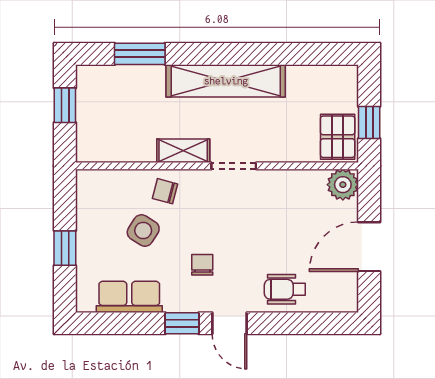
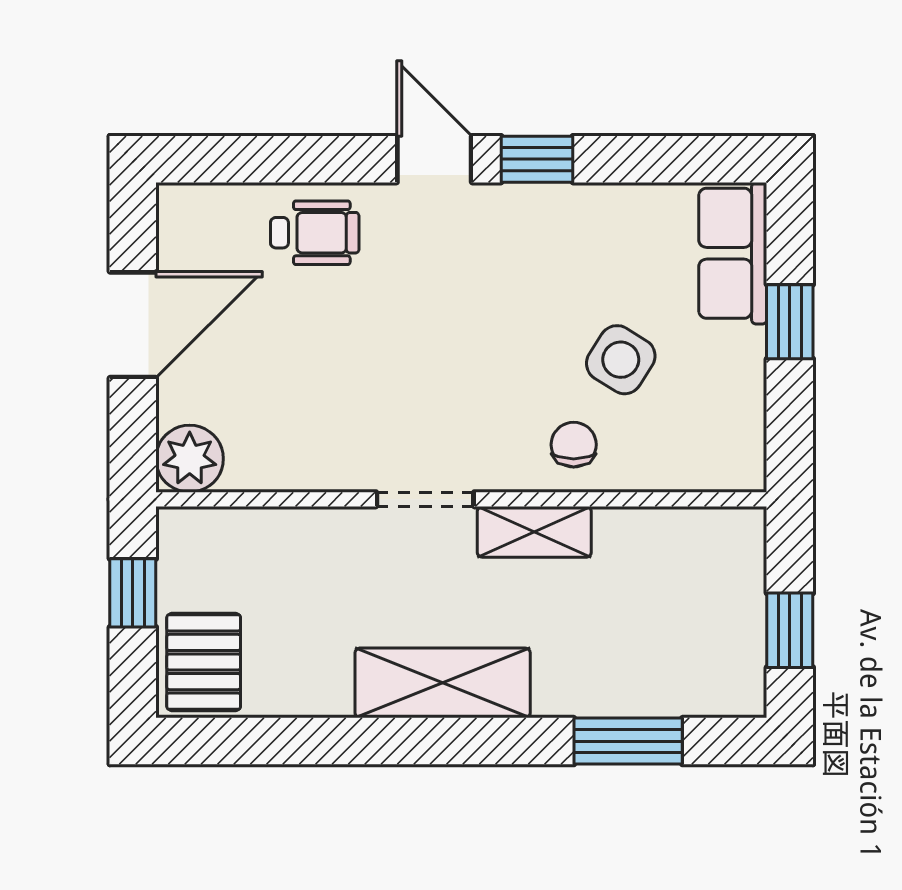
shelving: (226, 81) -> (443, 683), width x0.68
pallet: (338, 137) -> (204, 662), moved
chair: (165, 191) -> (574, 445), turned -105
chair: (202, 265) -> (493, 286), removed
row of seats: (129, 297) -> (733, 253), moved, turned 90

